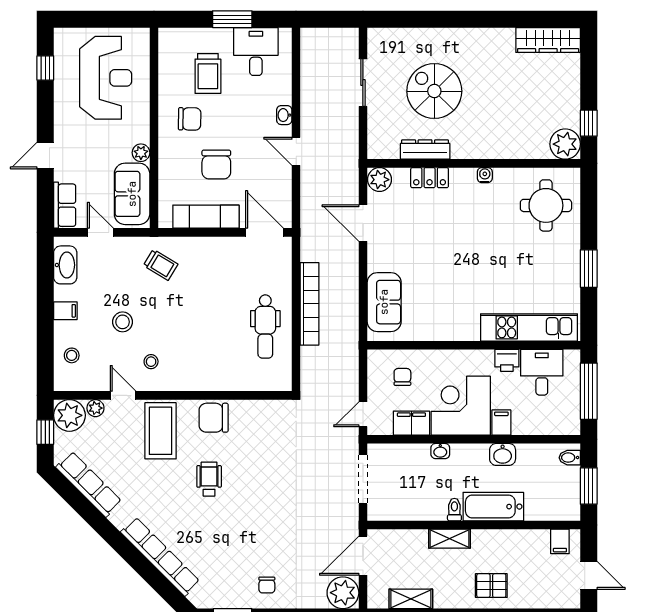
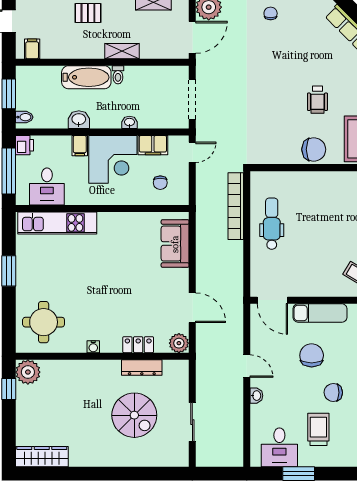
bookcase: (310, 304) -> (236, 206), moved
printer: (507, 360) -> (24, 145), moved, turned 90

